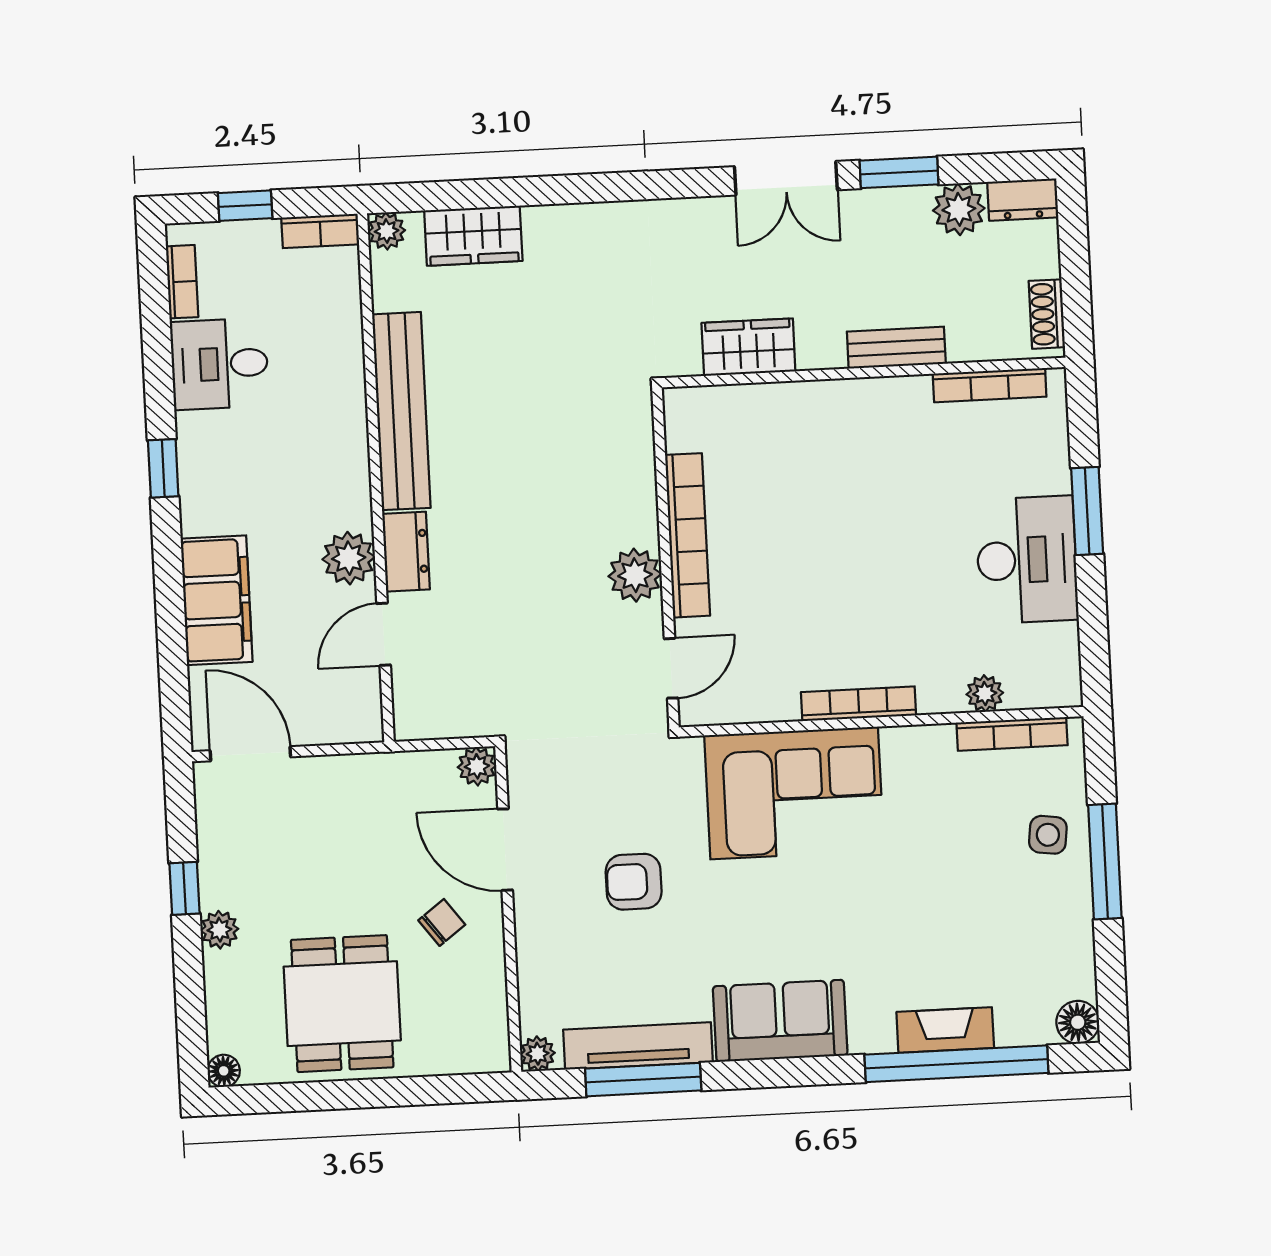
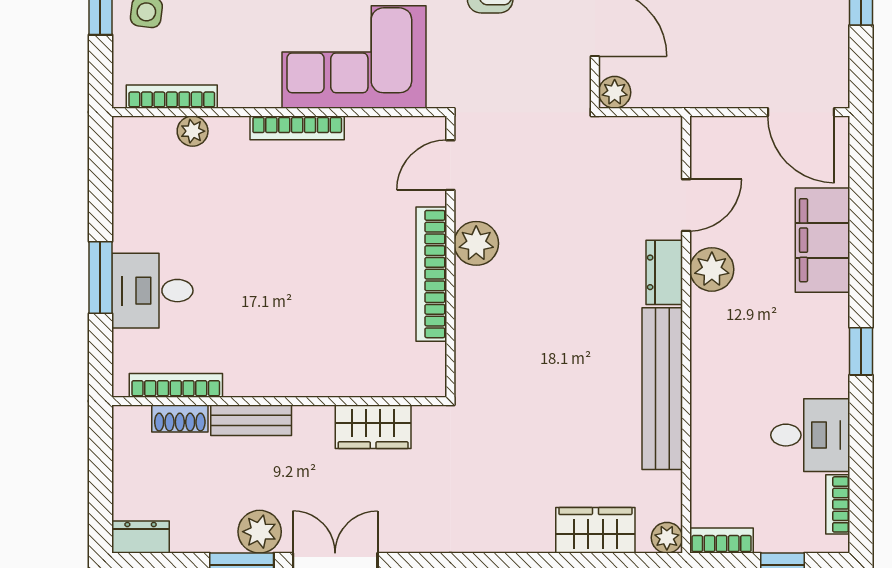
plant: (959, 209) -> (260, 532), moved
shoe rack: (1047, 314) -> (180, 419), moved, turned 90
desk: (1027, 560) -> (152, 291), moved, width x0.73

